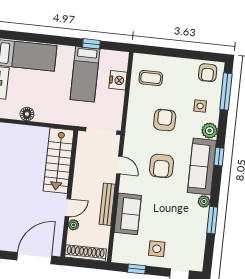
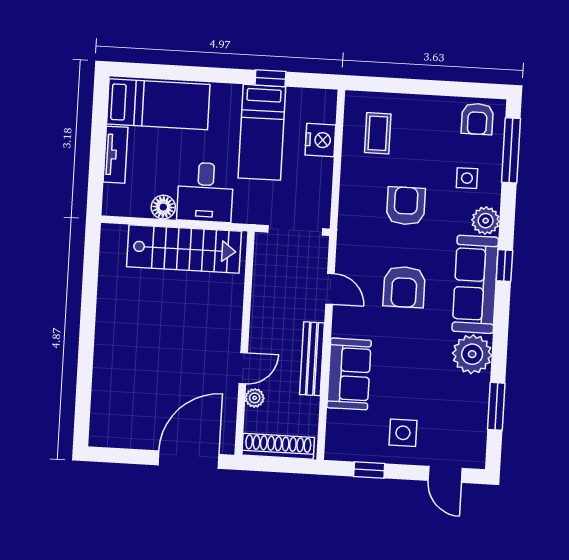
coffee table: (151, 78) -> (378, 133), turned 90
desk: (51, 107) -> (205, 192), added
stairs: (59, 161) -> (184, 249), moved, turned -90
plant: (204, 201) -> (472, 354), width x1.88, depth x1.88
window: (212, 220) -> (496, 406), moved

